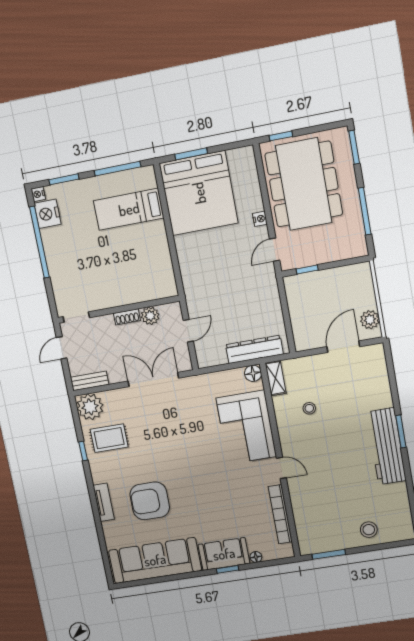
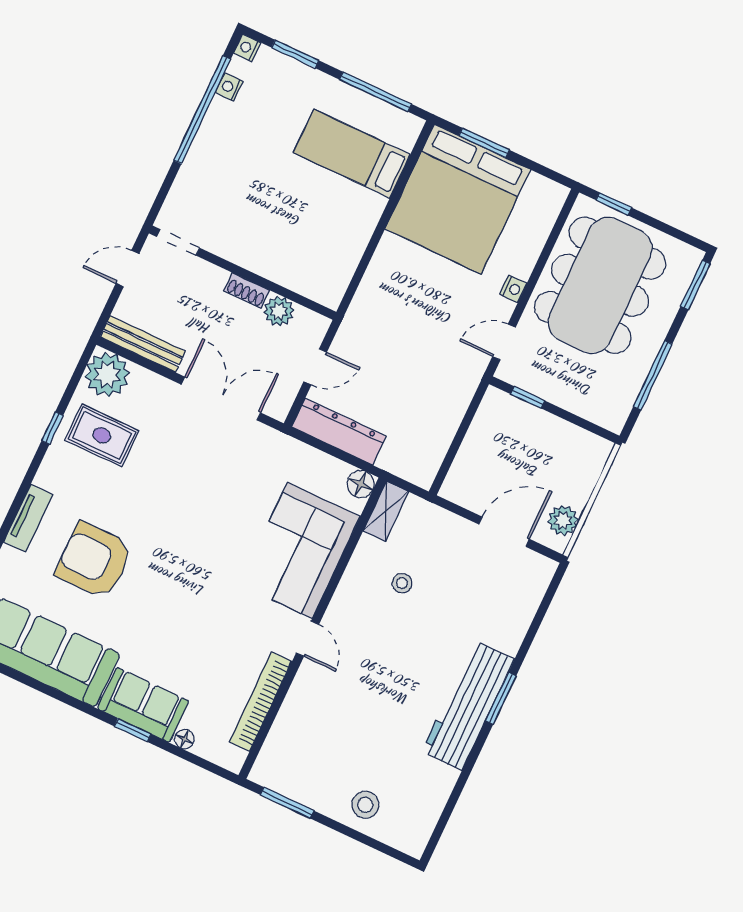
nightstand: (48, 214) -> (229, 87), width x0.53, depth x0.56
dresser: (254, 349) -> (339, 432), moved
bench: (90, 381) -> (143, 344), width x1.36

